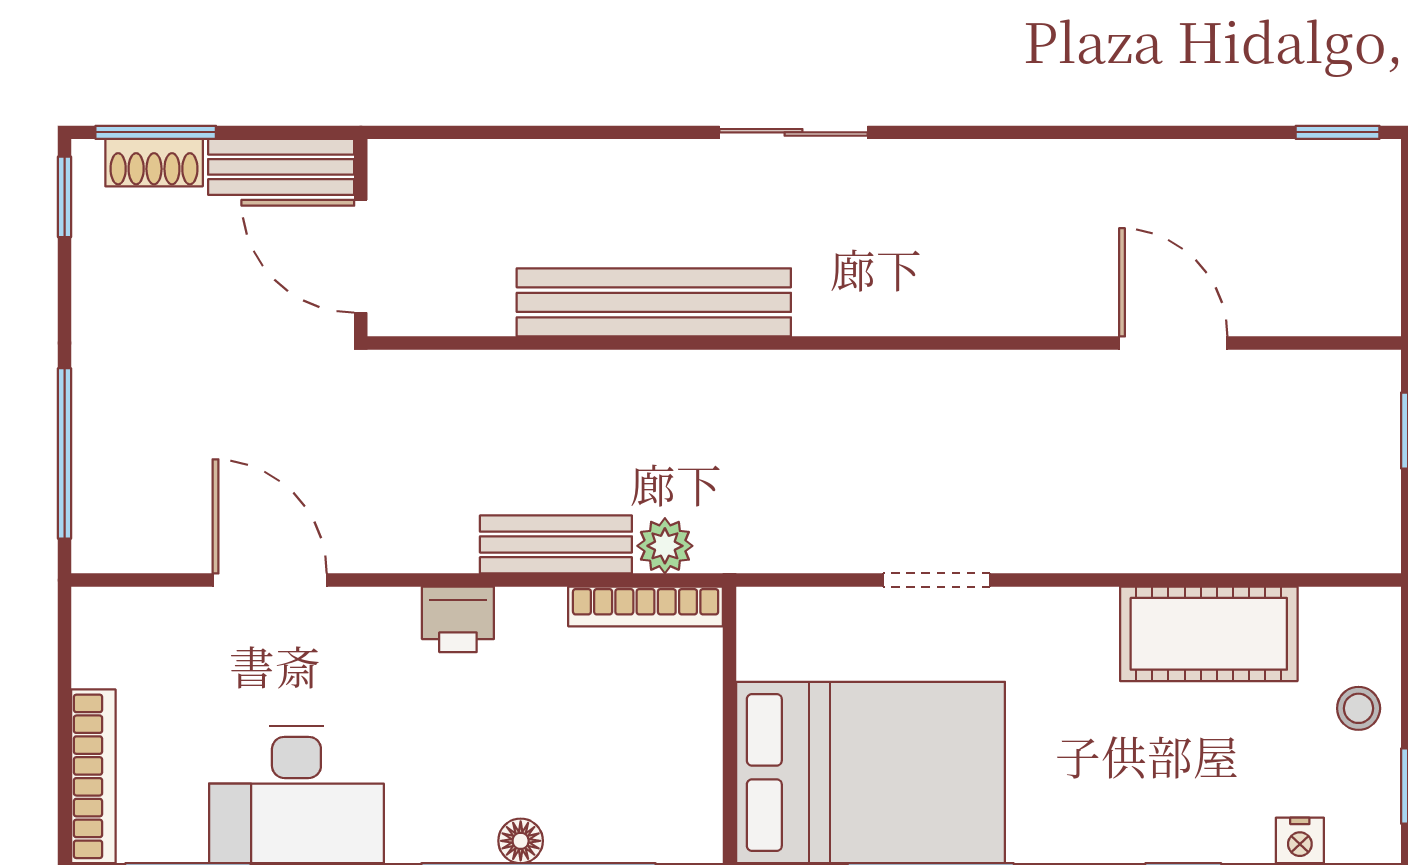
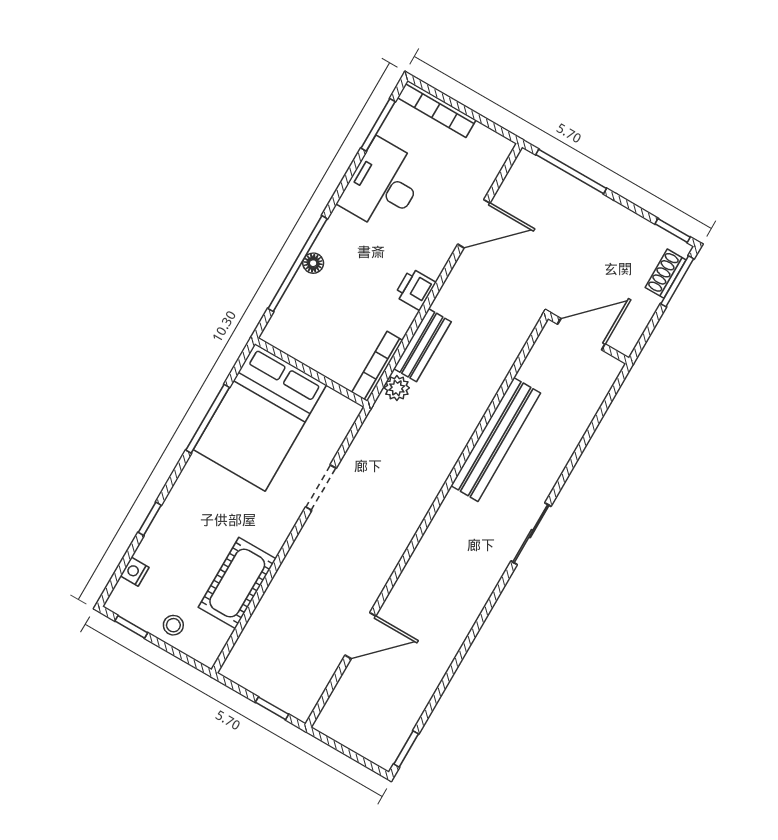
bench: (281, 167) -> (635, 323), removed

